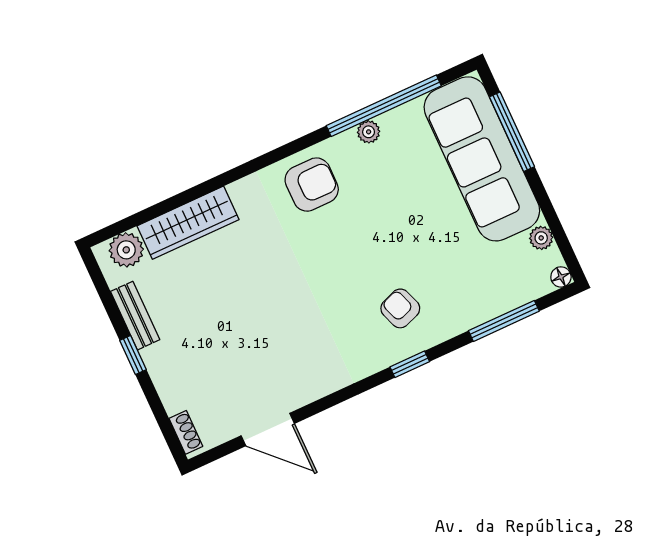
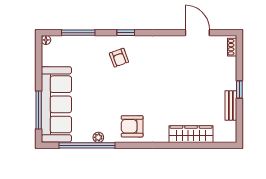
plant: (541, 238) -> (47, 60), removed
plant: (126, 250) -> (222, 135), removed

